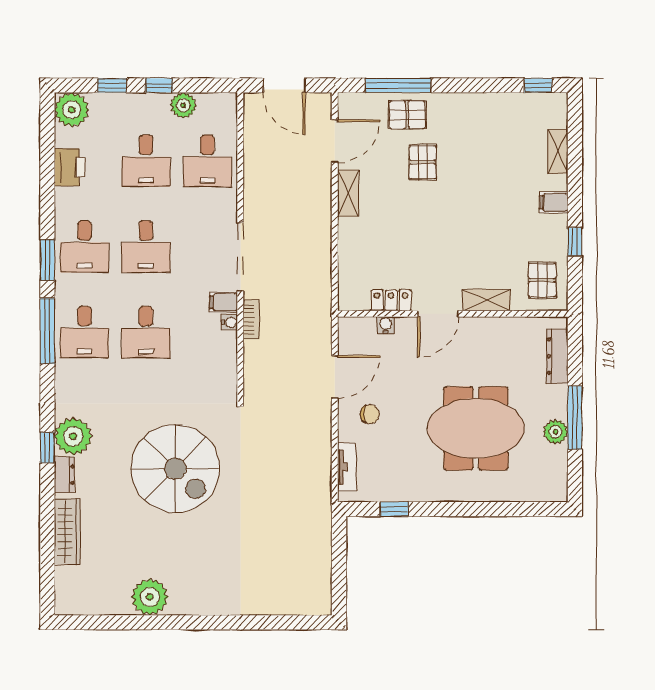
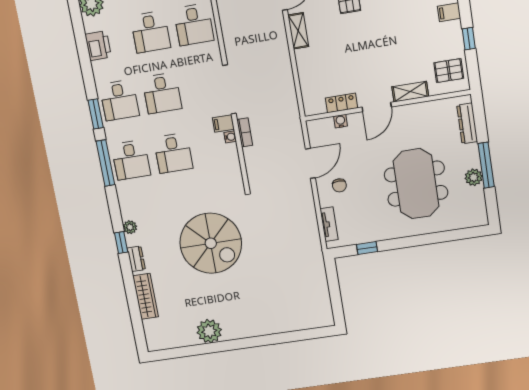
pallet: (542, 280) -> (449, 71), turned 90
chair: (370, 414) -> (339, 185), turned 91
meeting table: (476, 428) -> (416, 184), turned 90
plant: (73, 436) -> (130, 227), width x0.53, depth x0.53

